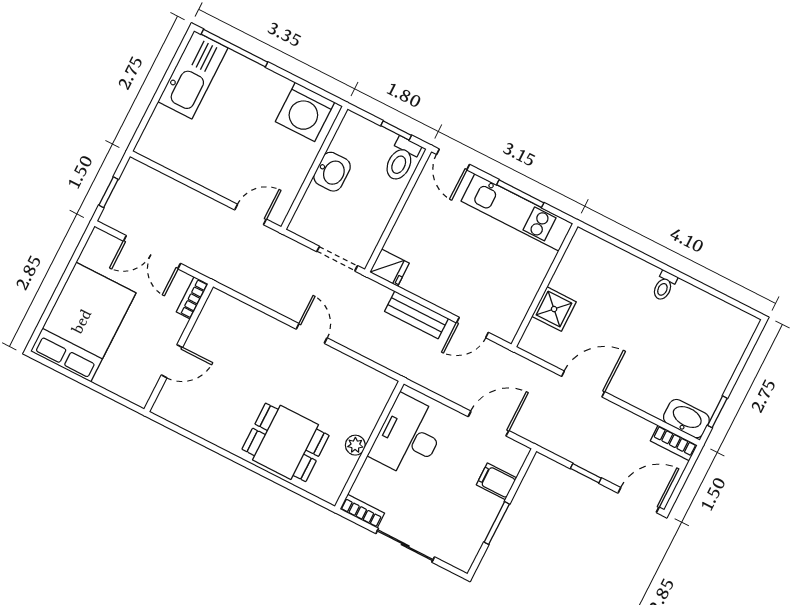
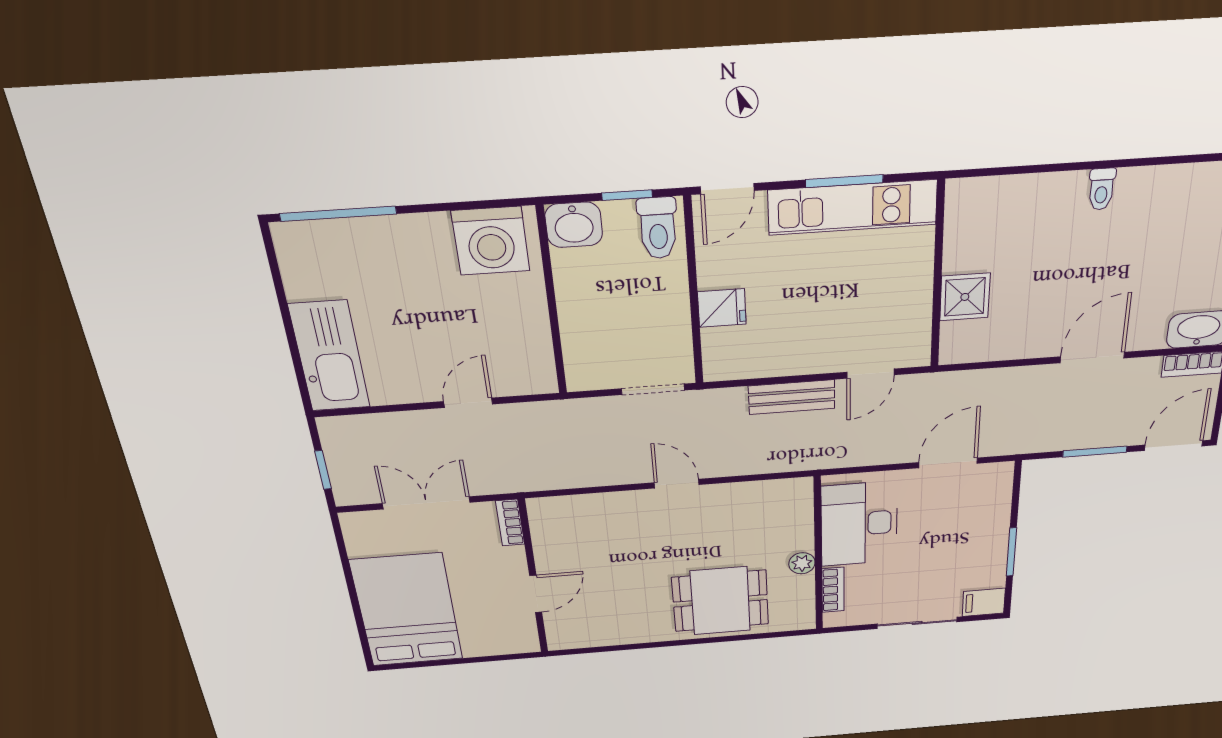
kitchen sink: (193, 75) -> (329, 356), moved
door: (453, 159) -> (727, 189), hinge flipped
washbasin: (332, 172) -> (574, 225), moved, turned 90
door: (251, 214) -> (468, 403), moved
double door: (152, 252) -> (426, 503), swing flipped
fridge: (390, 268) -> (722, 308), moved
door: (583, 384) -> (1092, 357), moved
window: (586, 473) -> (1095, 452), width x1.50
filing cabinet: (496, 481) -> (984, 602), moved
bookcase: (362, 511) -> (833, 590), moved, turned 90

